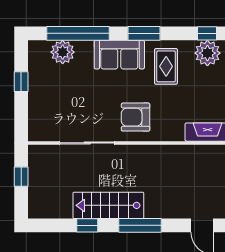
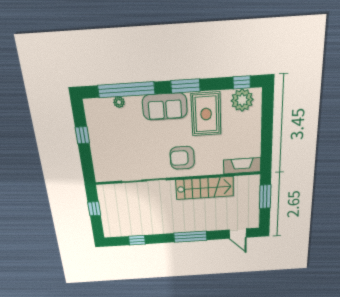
plant: (63, 52) -> (119, 102), width x0.53, depth x0.53
rug: (166, 66) -> (206, 114), width x1.36, depth x1.43
stairs: (108, 205) -> (205, 188), moved, turned 180
window: (87, 225) -> (137, 240), moved

